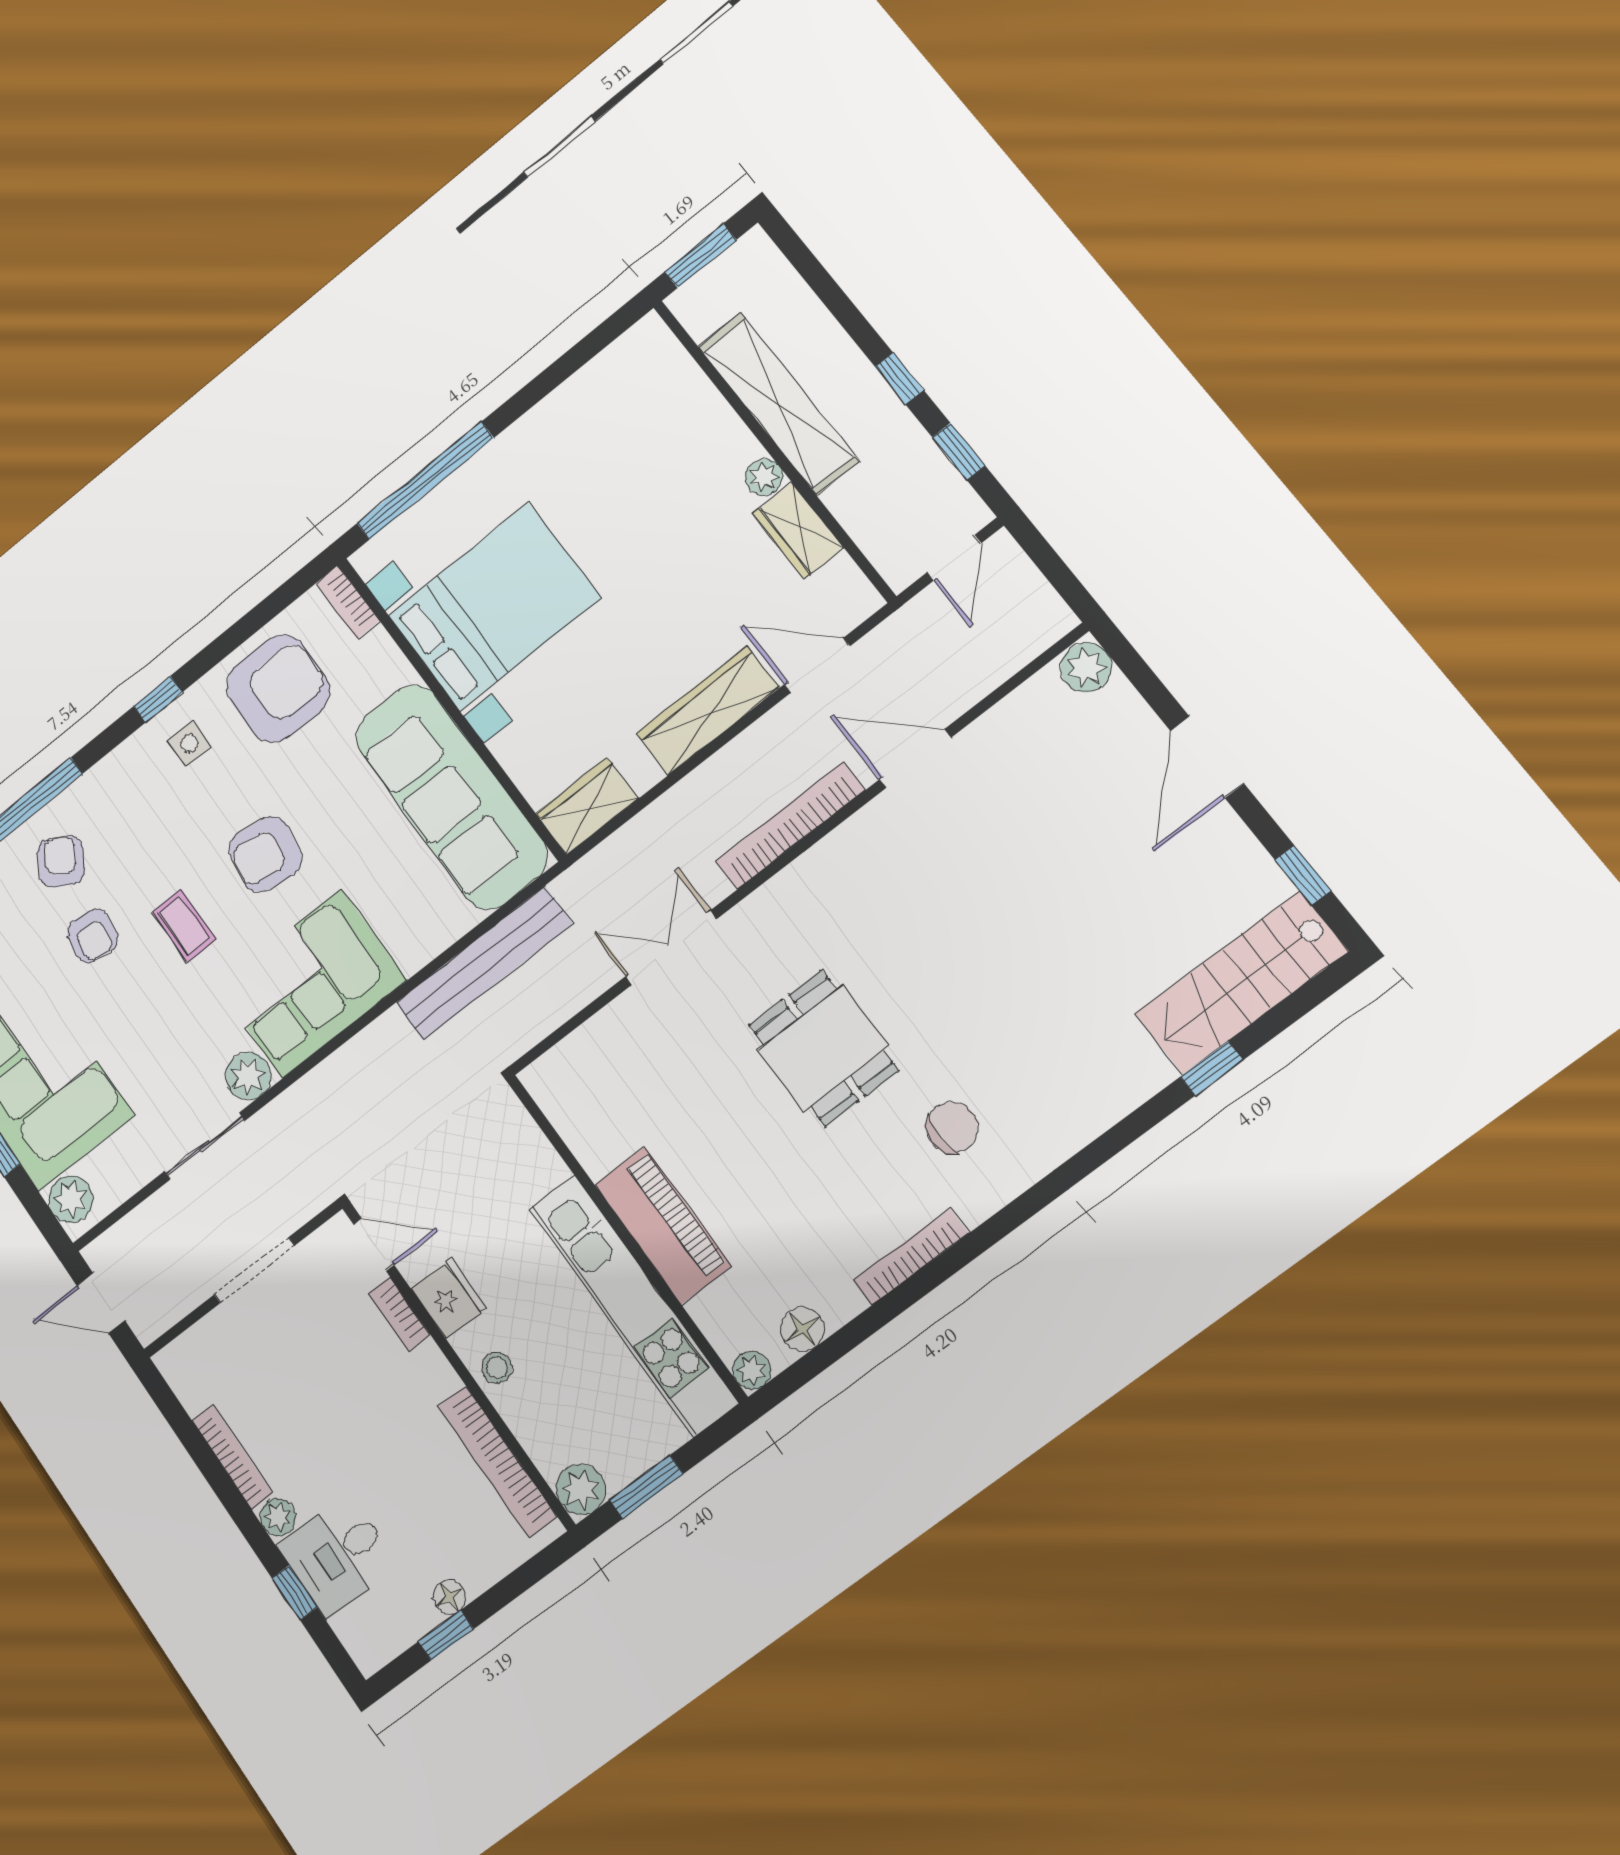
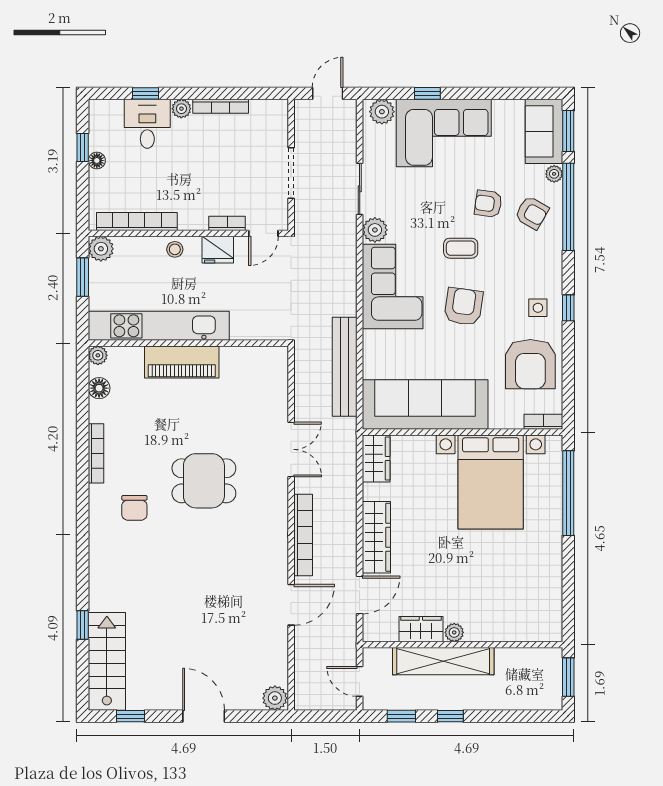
shelving: (778, 404) -> (443, 661), moved

